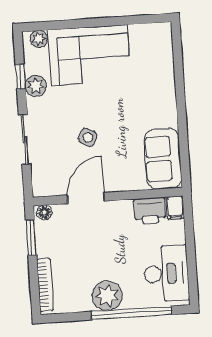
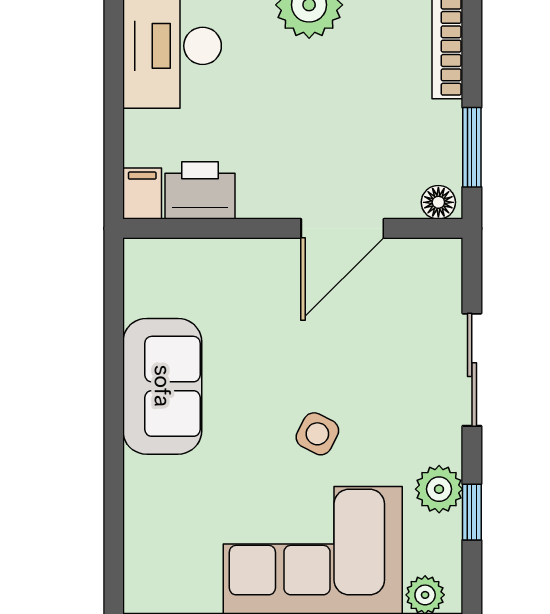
side table: (88, 137) -> (317, 434), moved
sofa: (163, 159) -> (162, 386), moved

